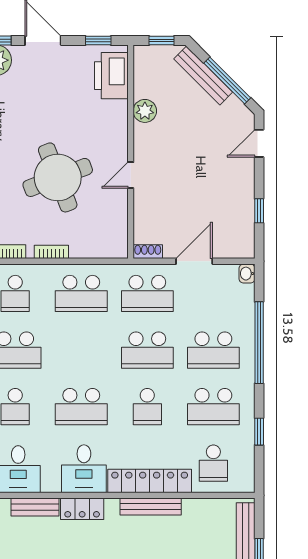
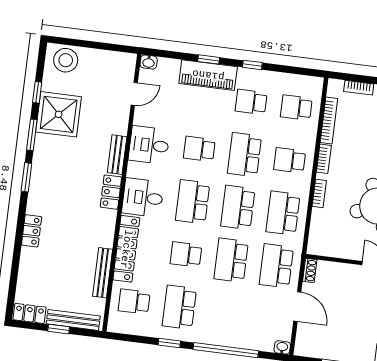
school desk: (213, 350) -> (238, 207), moved
window: (259, 432) -> (169, 343), moved
bench: (151, 507) -> (103, 273), moved

